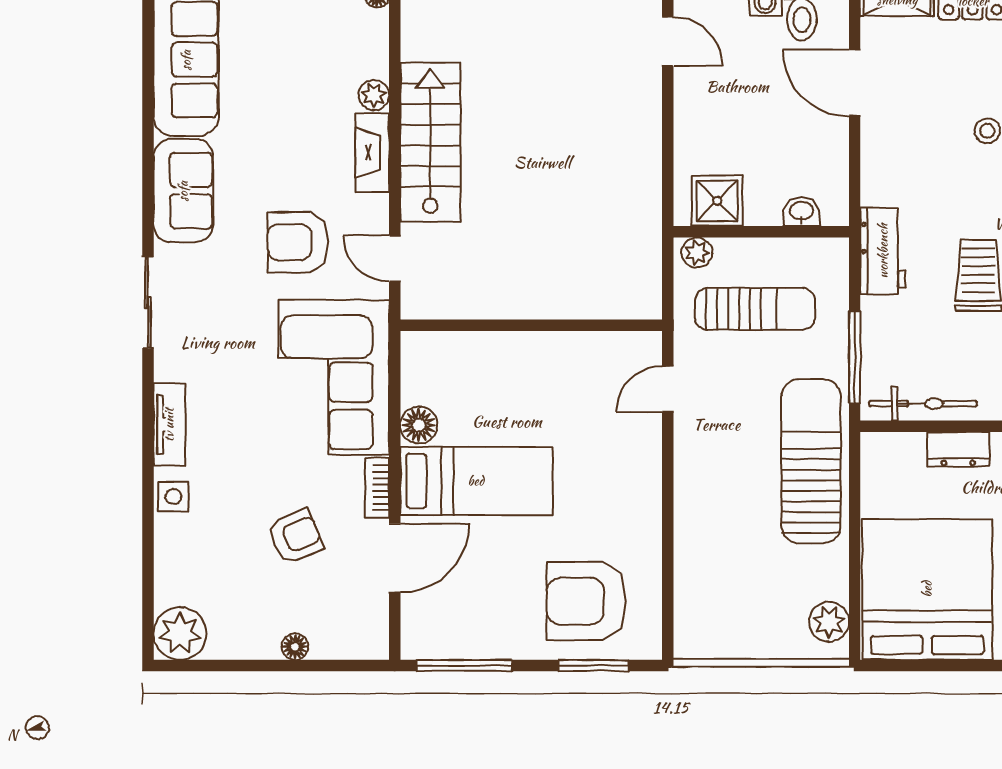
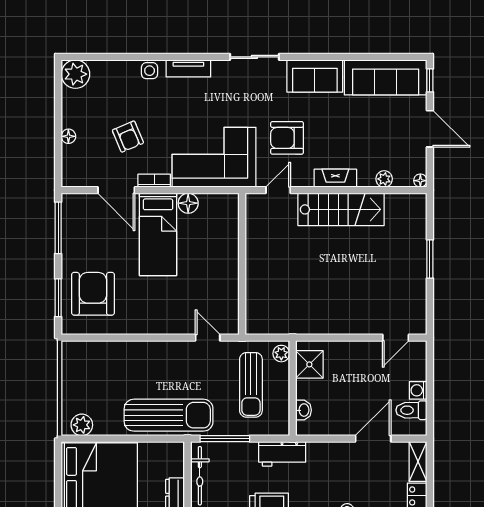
plant: (374, 95) -> (384, 179), moved
armchair: (298, 242) -> (287, 138), turned -90

